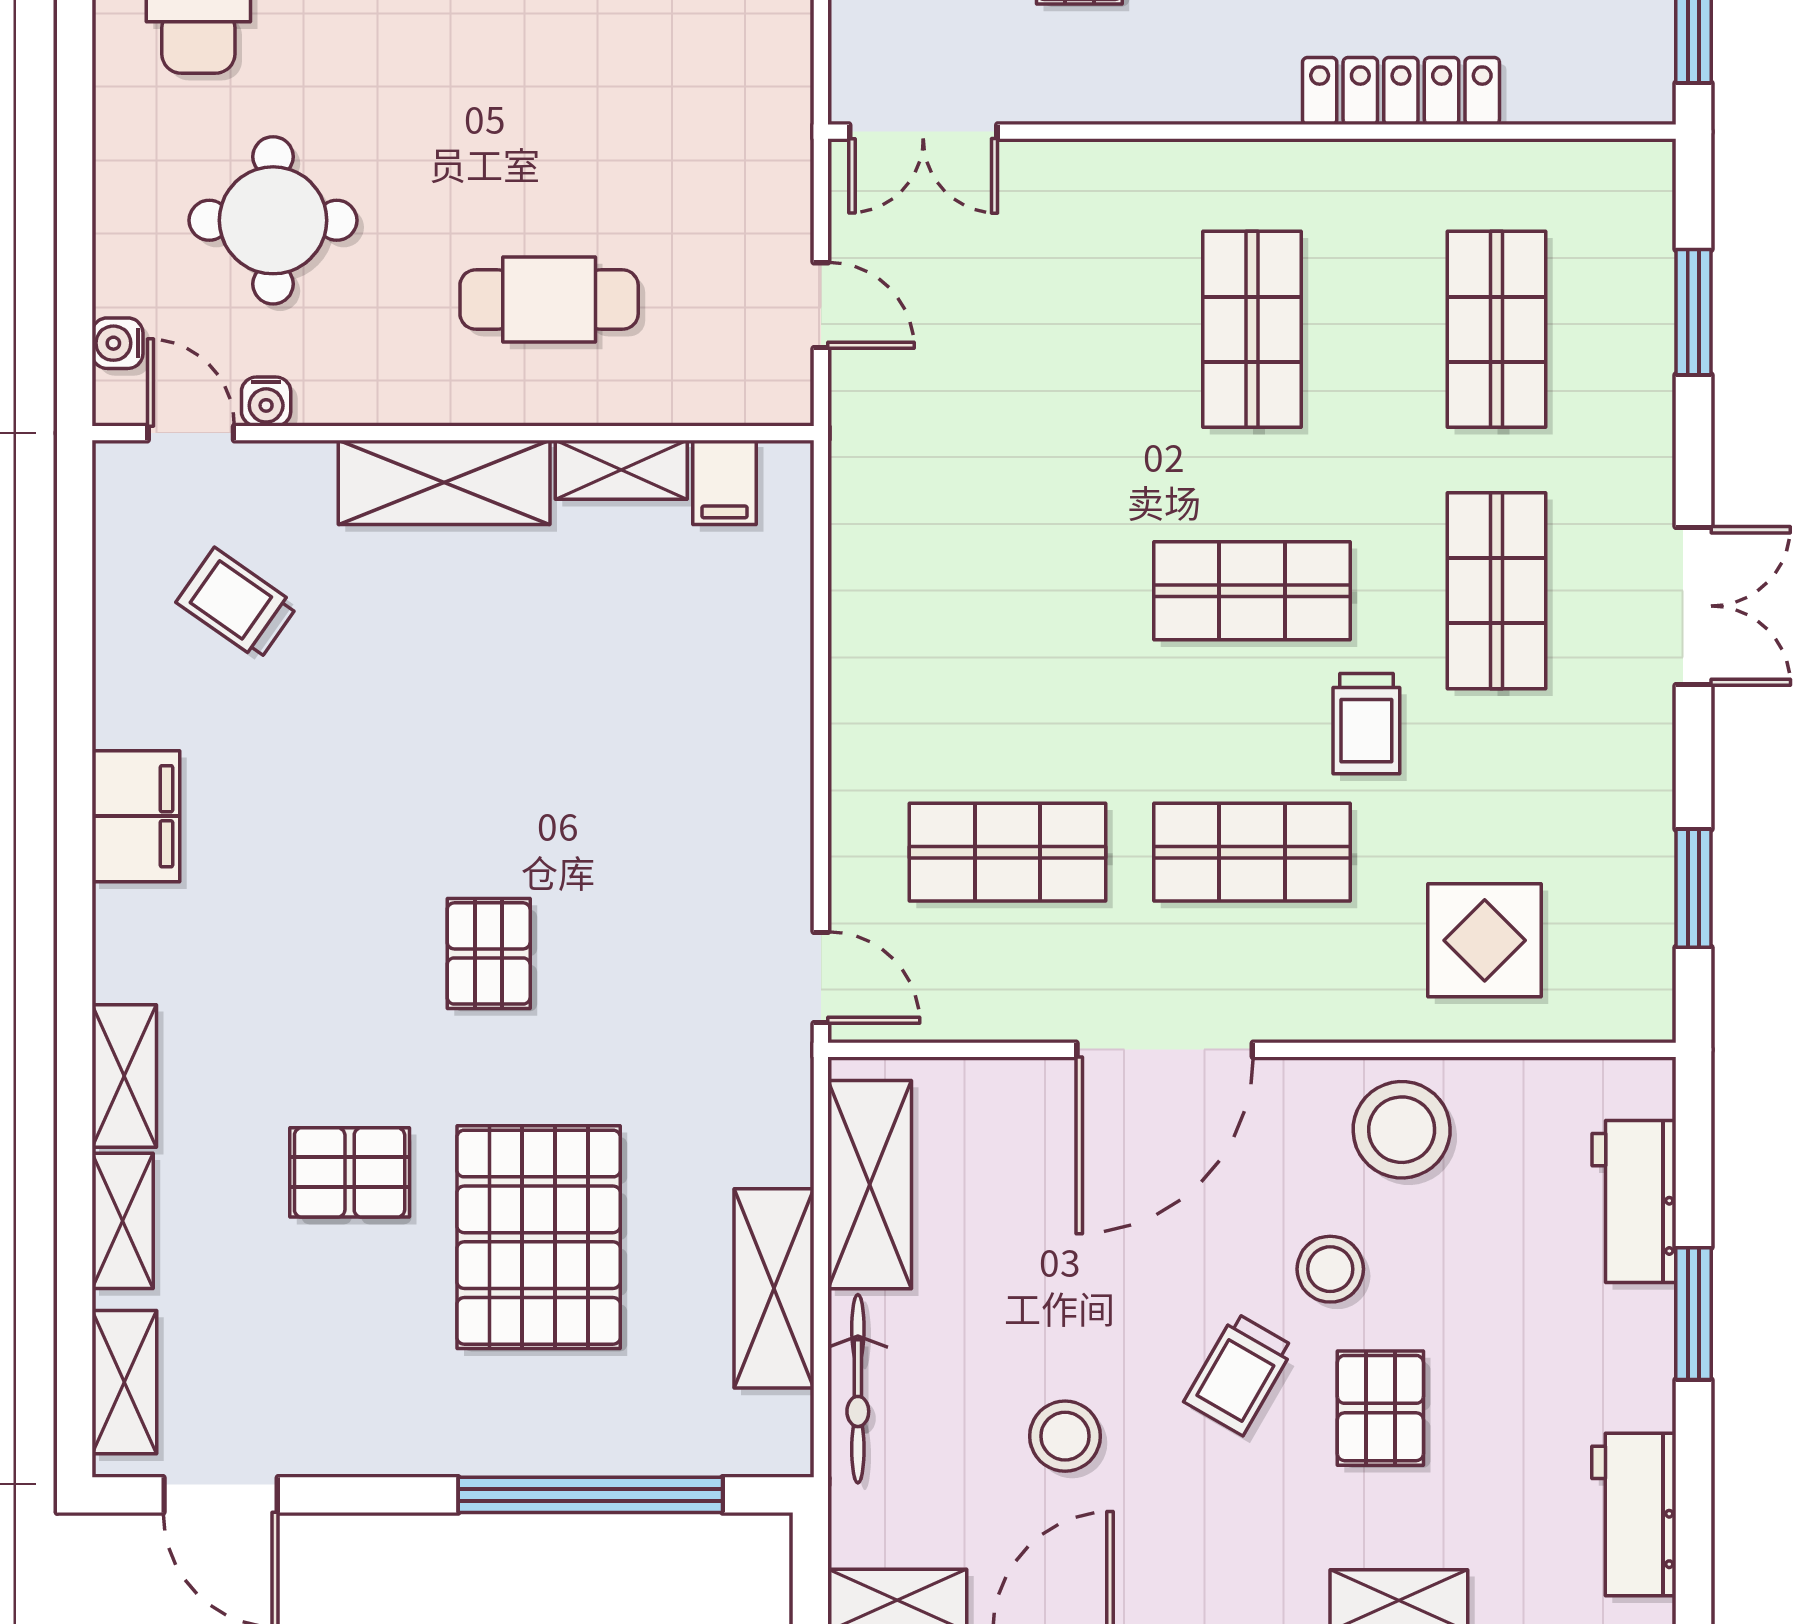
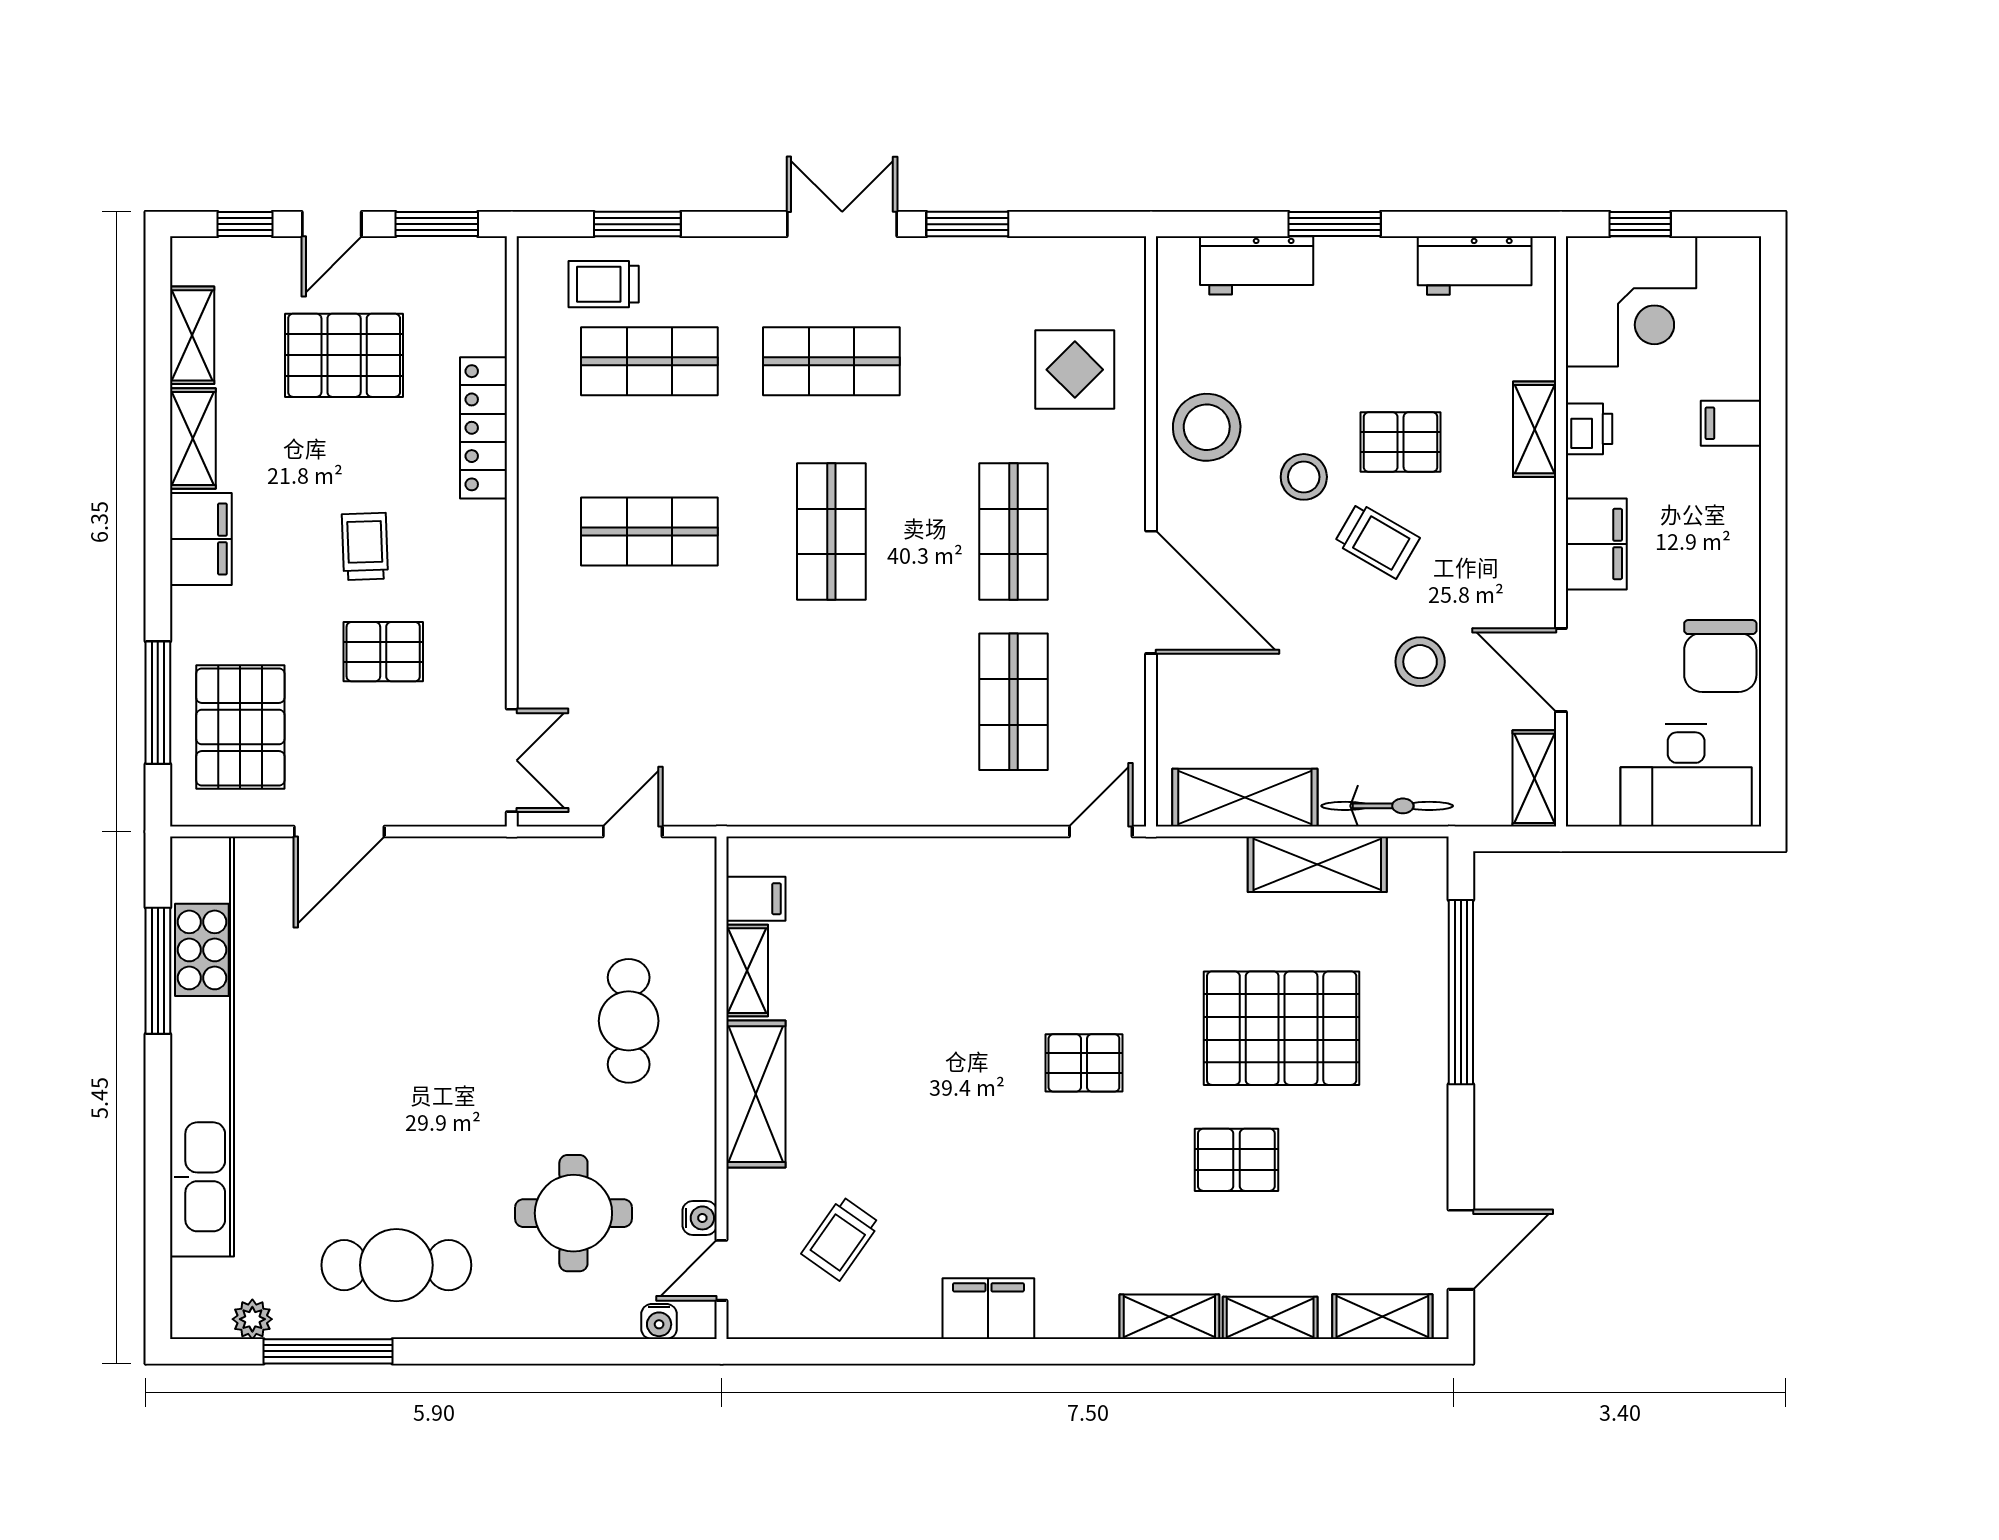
trolley: (1366, 724) -> (604, 284), moved, turned 180
window: (1694, 888) -> (967, 224), moved
pallet: (350, 1172) -> (1236, 1160), turned 90

